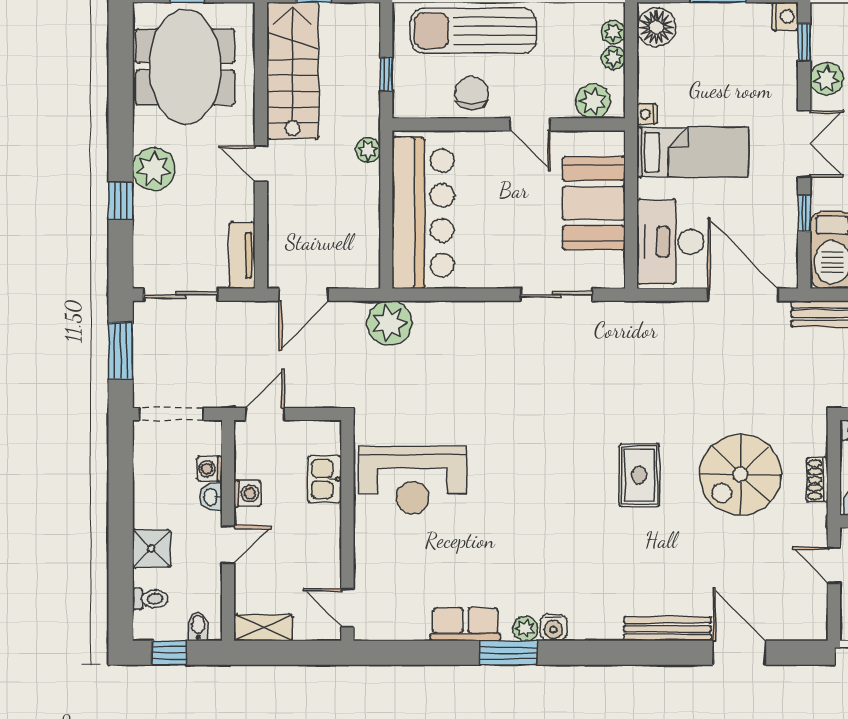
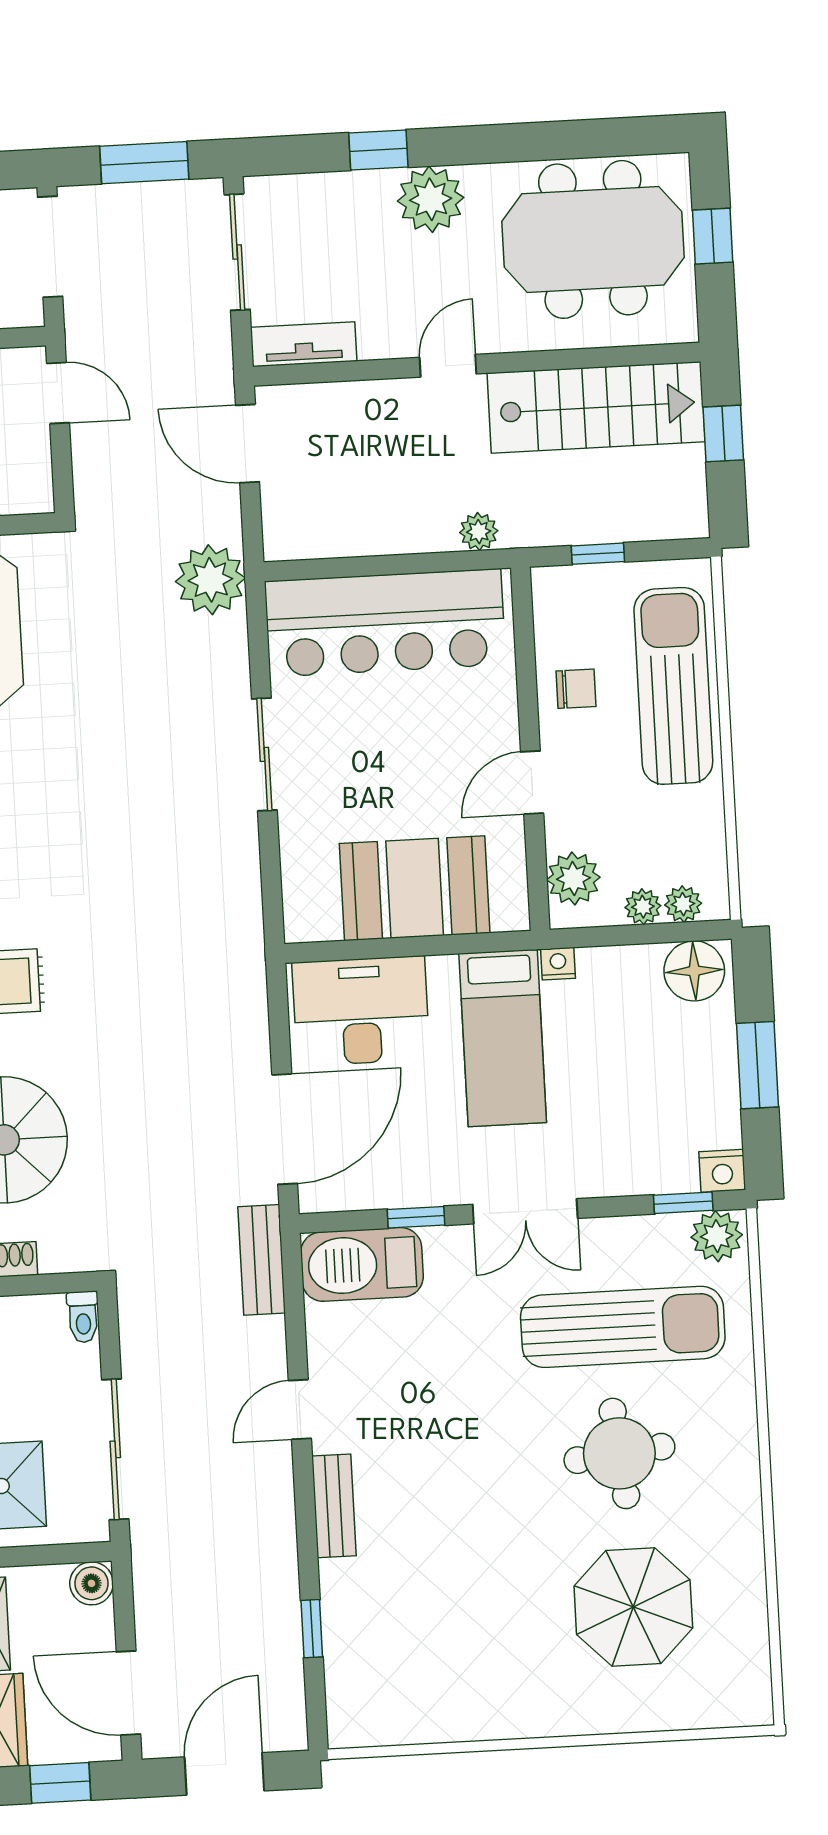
plant: (827, 79) -> (717, 1236), moved
chair: (472, 93) -> (576, 689), width x0.73, depth x0.73
sliding door: (556, 295) -> (264, 754), moved

